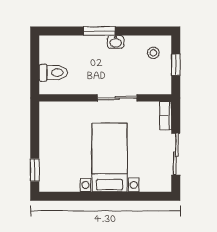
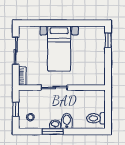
window: (99, 31) -> (53, 131), moved
bidet: (98, 47) -> (67, 121), added
toilet: (53, 73) -> (96, 118), moved

